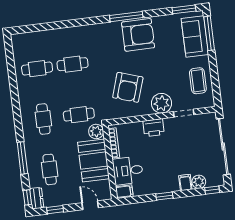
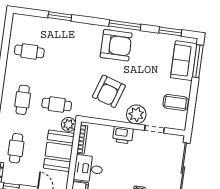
window: (184, 9) -> (170, 31), moved
window: (58, 25) -> (60, 16), added
armchair: (138, 35) -> (116, 45), moved
cafe table: (73, 64) -> (63, 56), removed
coffee table: (198, 81) -> (176, 102), turned 90

